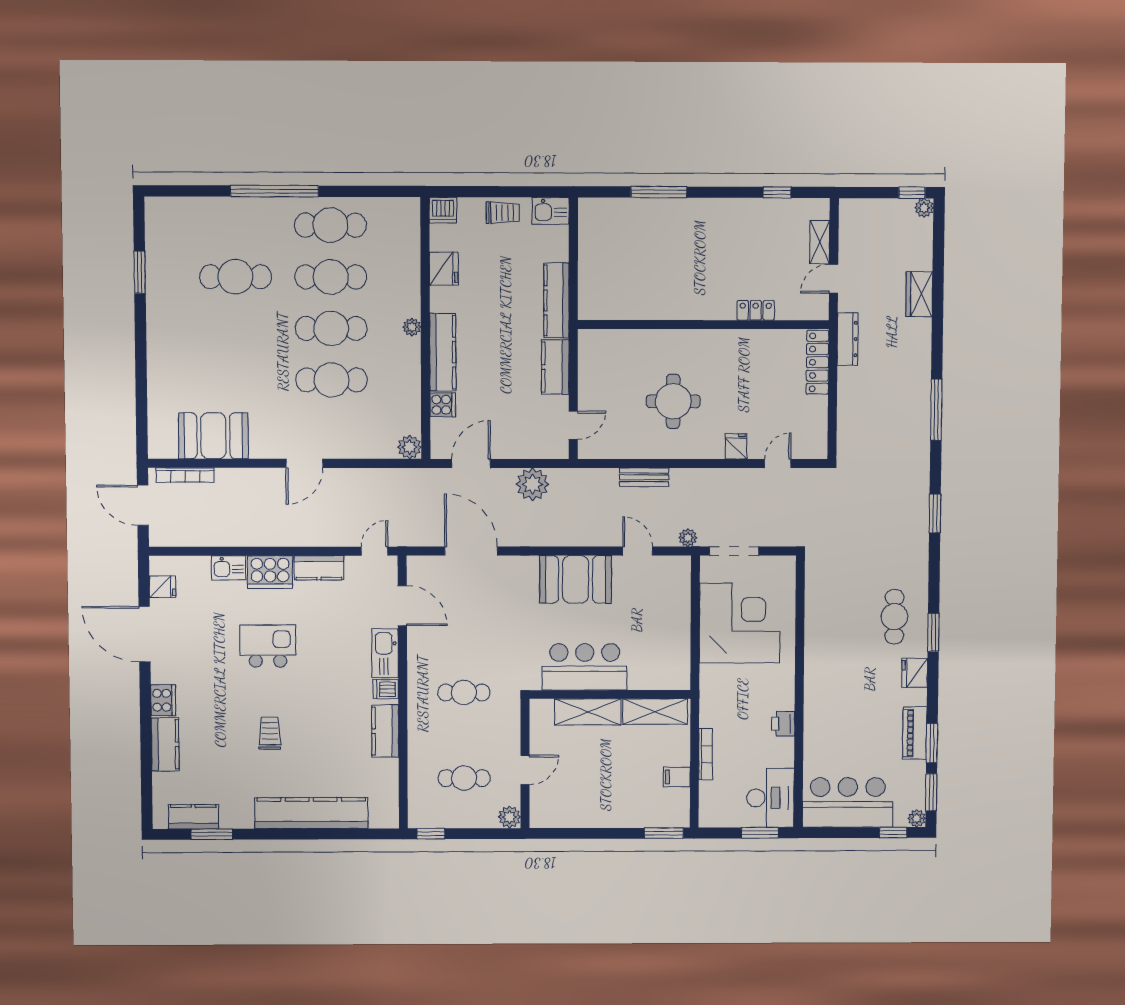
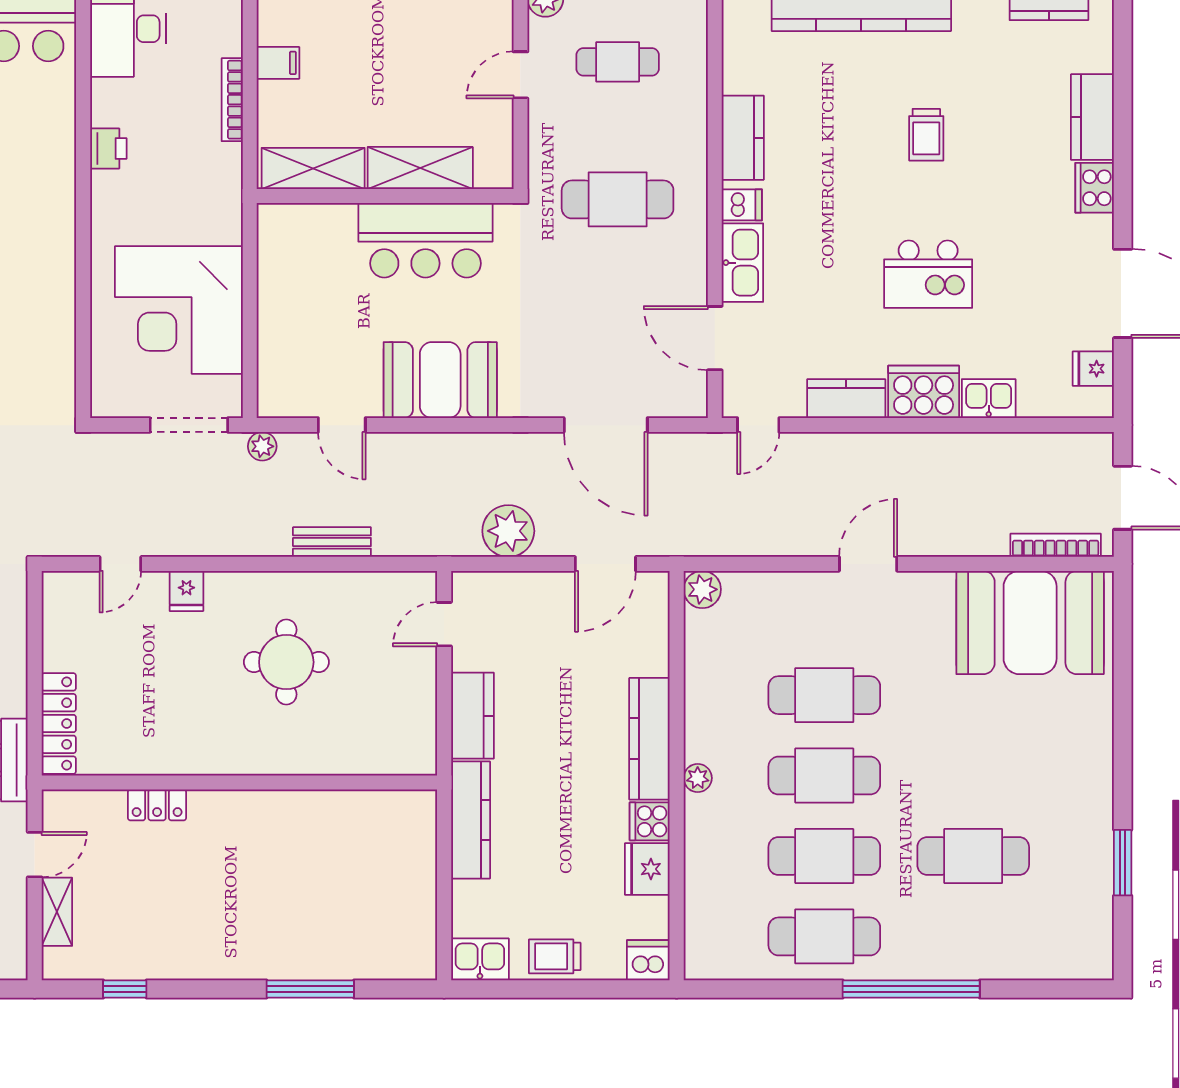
cooker: (443, 405) -> (650, 821), moved
booth: (213, 436) -> (1030, 623), width x1.36, depth x1.42
cafe table: (464, 693) -> (618, 199), width x1.37, depth x1.35

